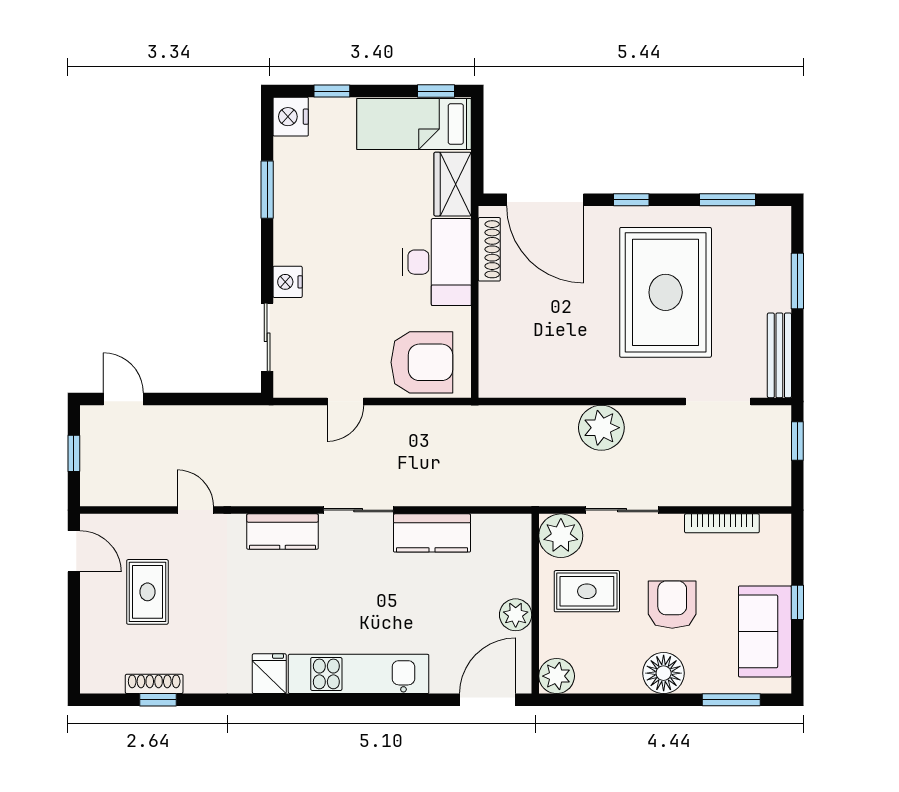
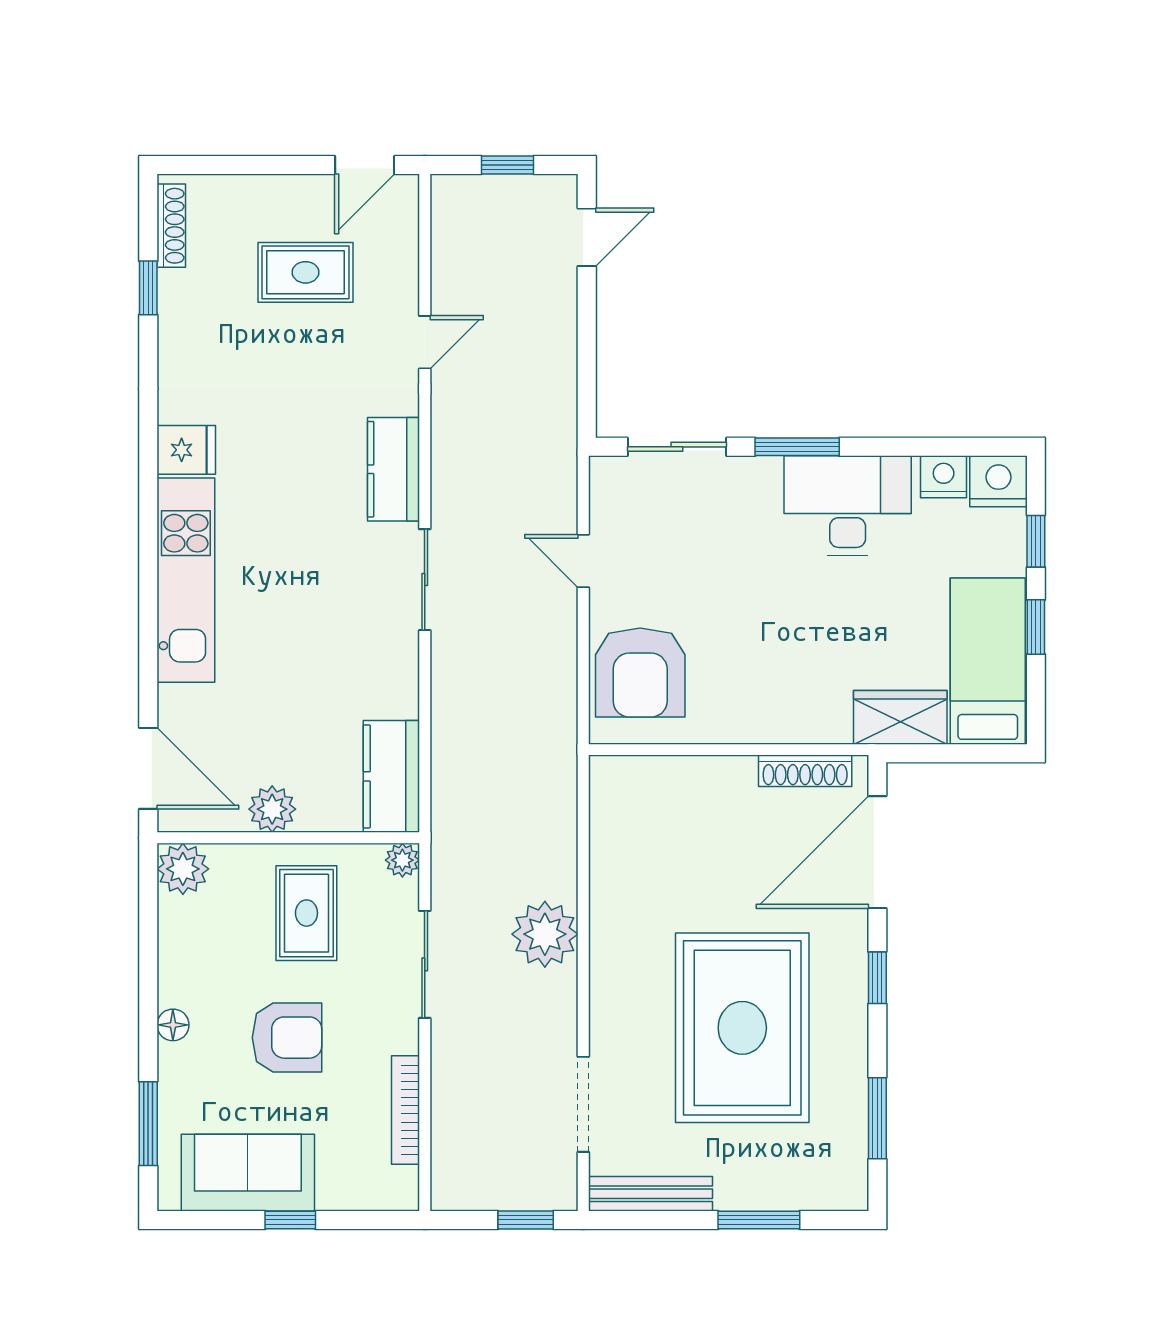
window: (436, 91) -> (1036, 627), moved
window: (267, 190) -> (797, 447), moved
desk: (437, 262) -> (848, 506), moved, turned 180
nightstand: (288, 282) -> (944, 477), moved
rug: (666, 292) -> (742, 1028), turned 90
kitchen counter: (432, 533) -> (391, 776), moved
plant: (561, 536) -> (402, 860), width x0.53, depth x0.53
floor lamp: (664, 673) -> (173, 1025), width x0.53, depth x0.53
shoe rack: (154, 684) -> (171, 226), moved

